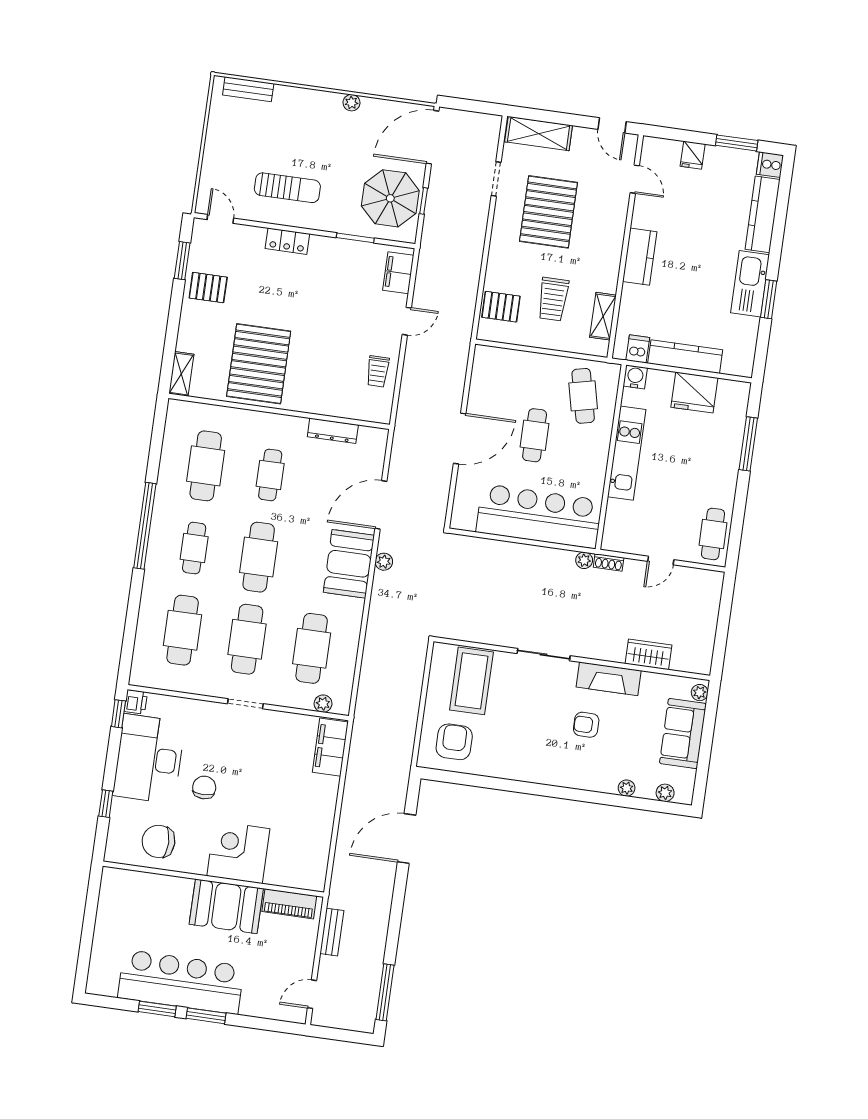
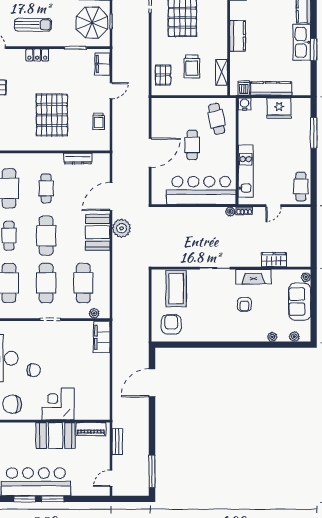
pallet: (501, 307) -> (163, 75), turned 90
pallet: (259, 364) -> (52, 115), moved
kitchen unit: (627, 453) -> (246, 171), moved
plant: (384, 562) -> (121, 228), width x1.87, depth x1.87
armchair: (586, 725) -> (244, 304), turned -90
chair: (204, 787) -> (34, 370), turned 90

